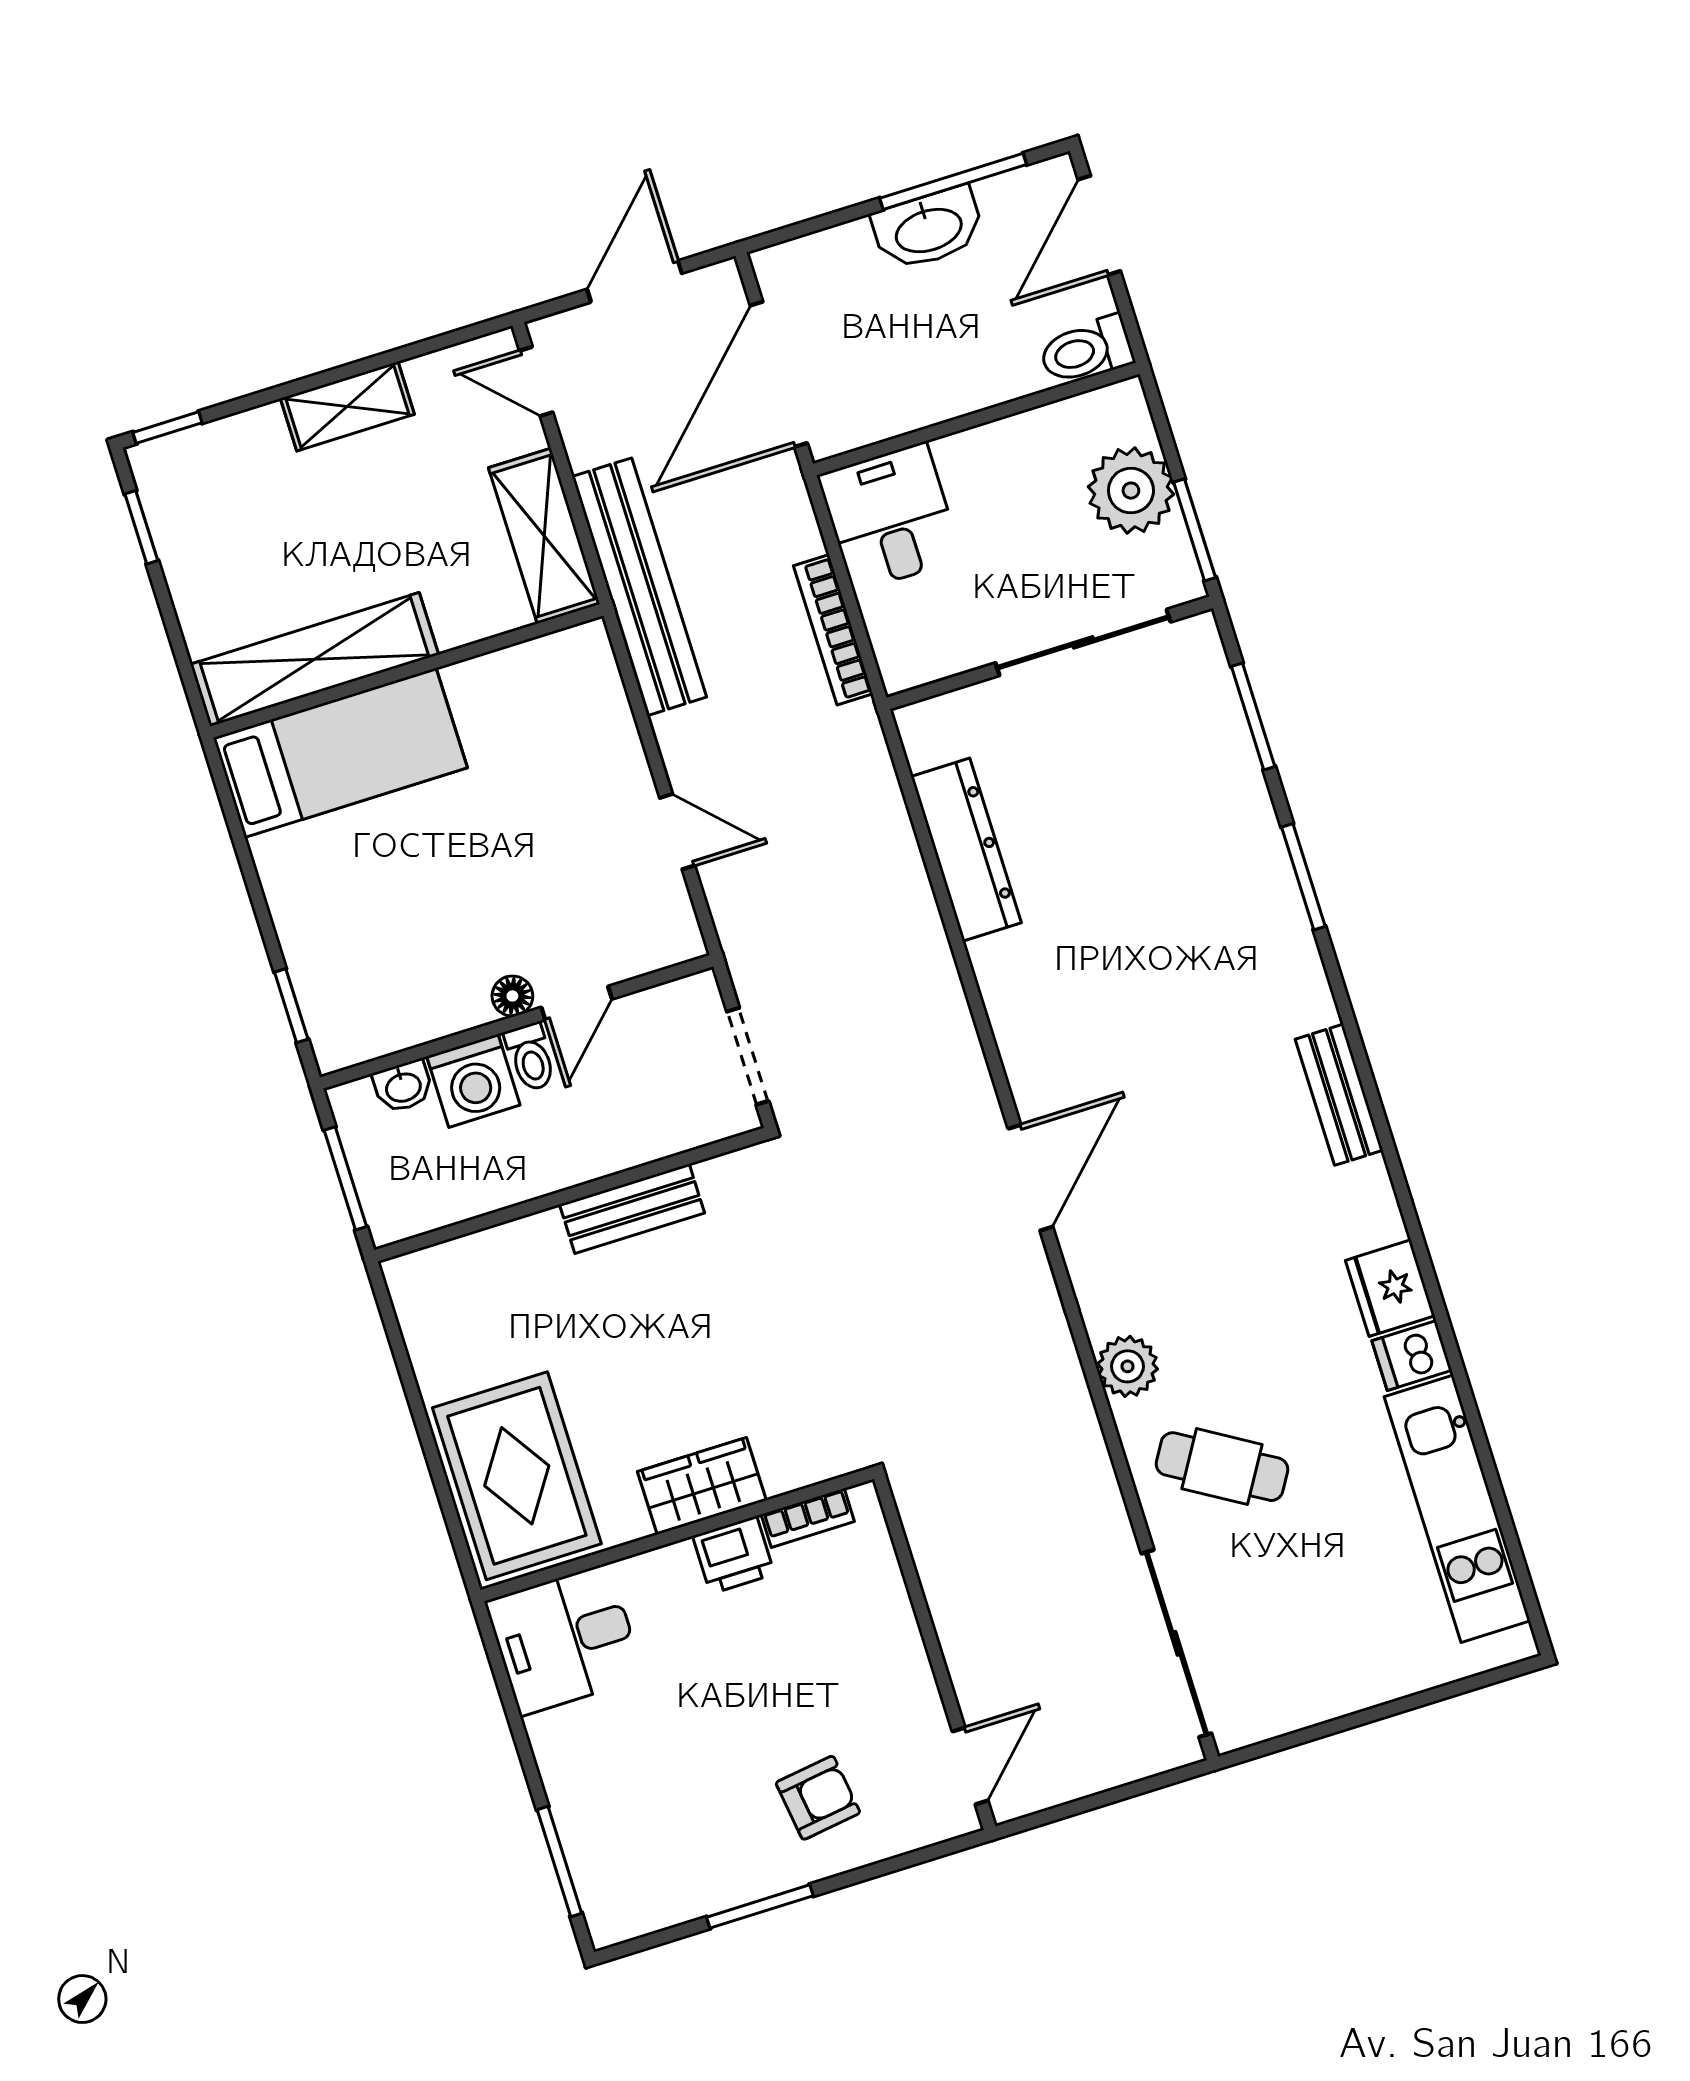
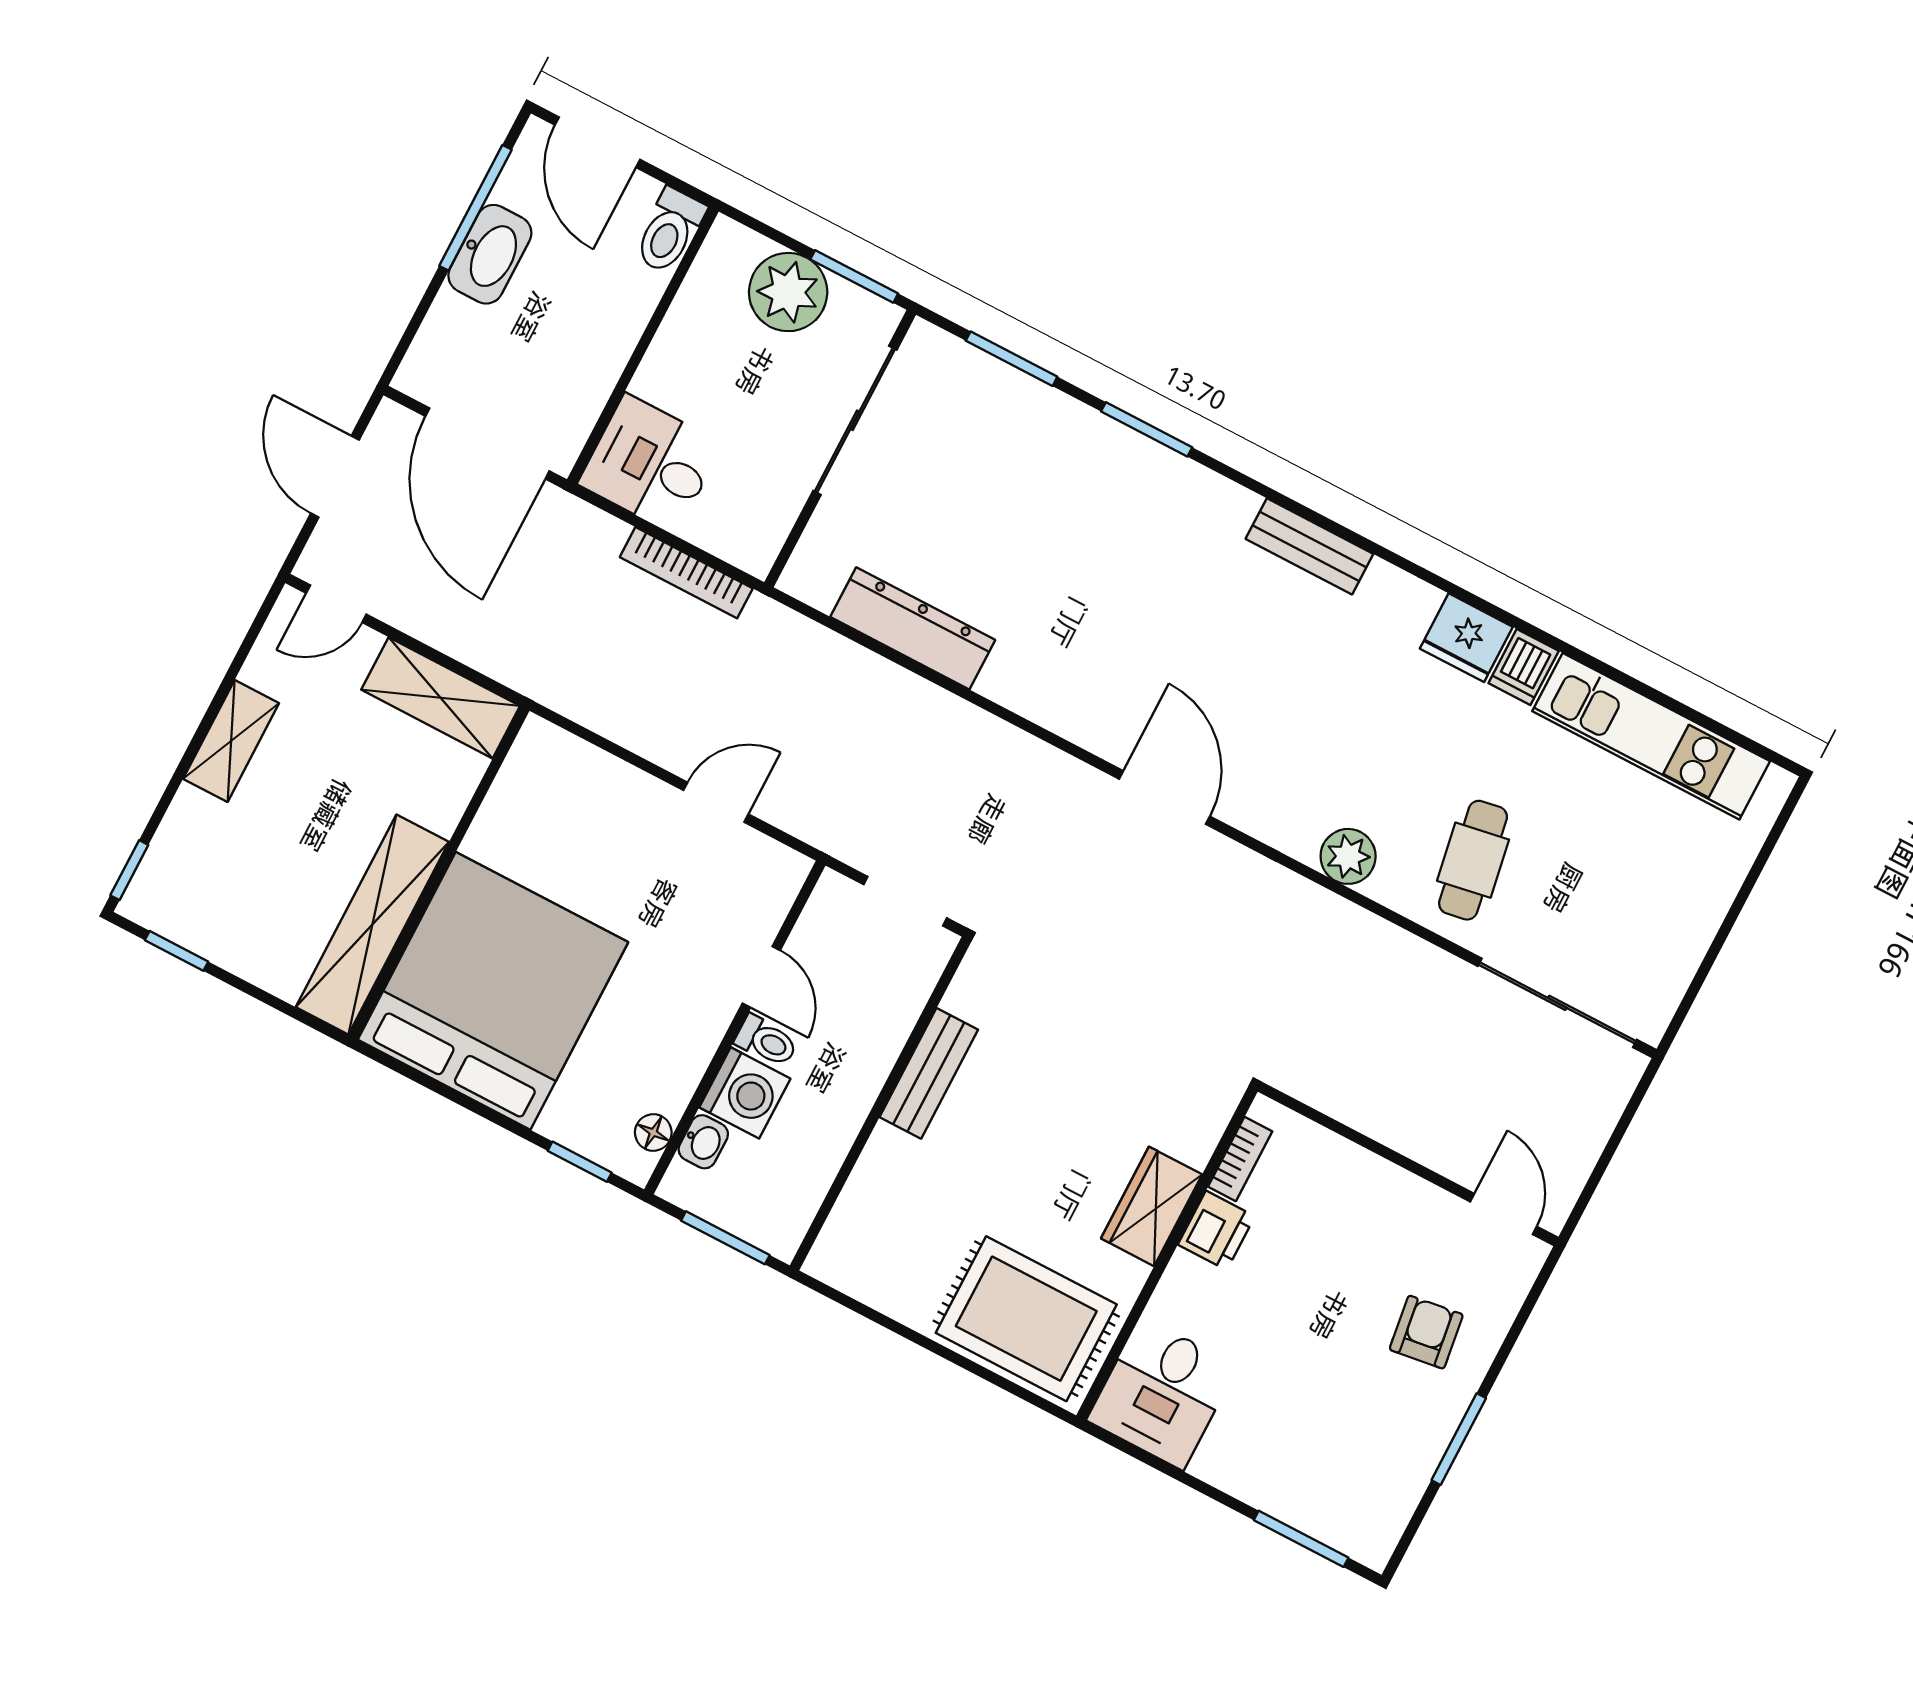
bench: (639, 587) -> (534, 669), removed
bed: (340, 753) -> (493, 991), width x2.04
floor lamp: (512, 996) -> (653, 1133), moved
cafe table: (1222, 1467) -> (1473, 860), turned -41

